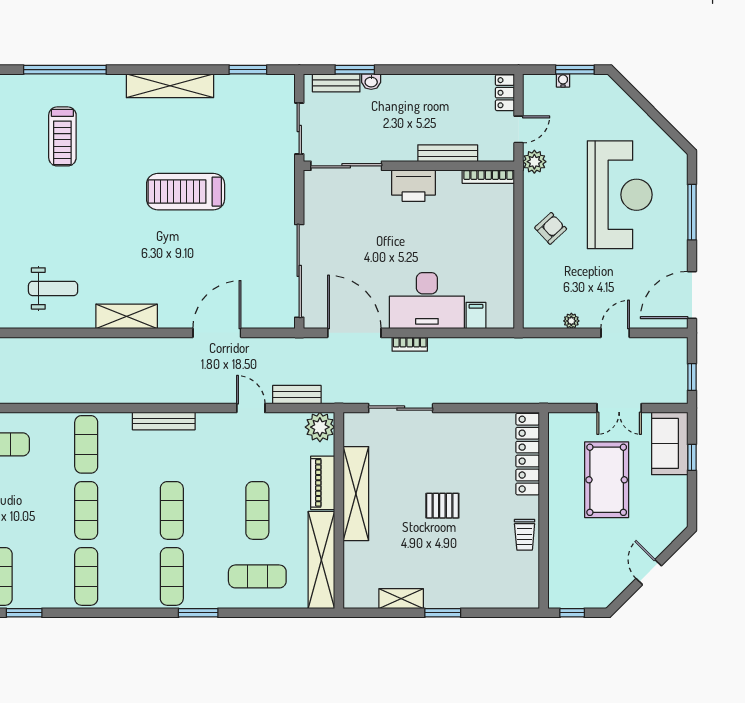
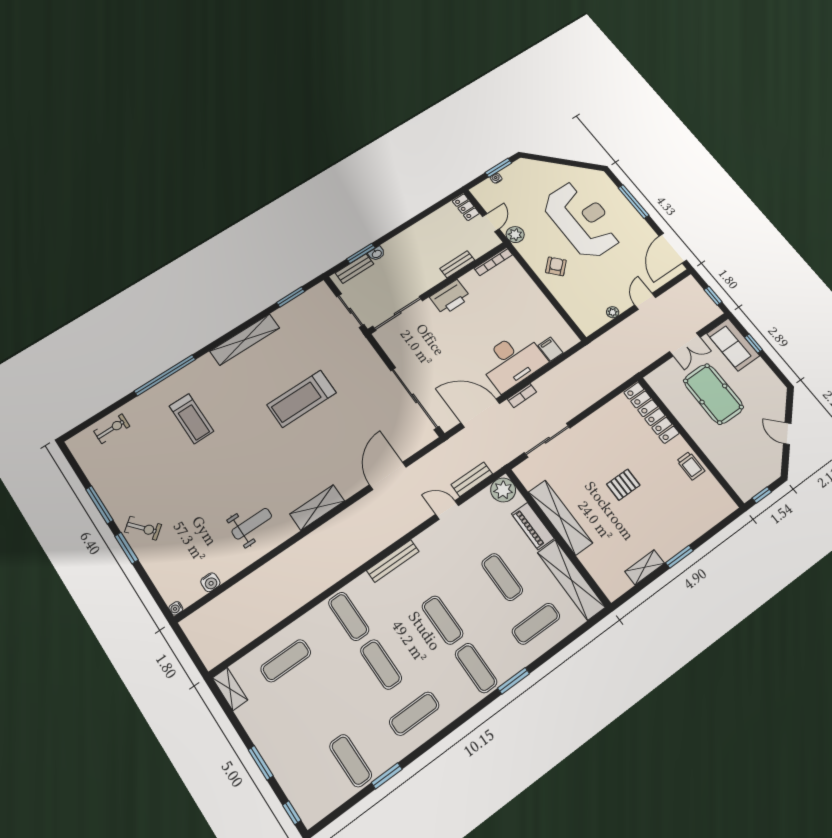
bench: (448, 153) -> (457, 264), width x0.73
exercise mat: (86, 576) -> (414, 714), turned 90

